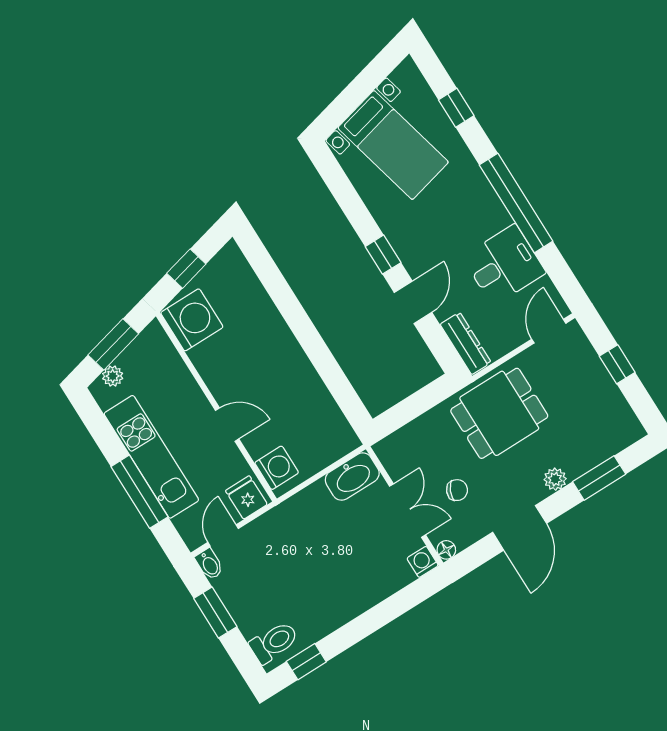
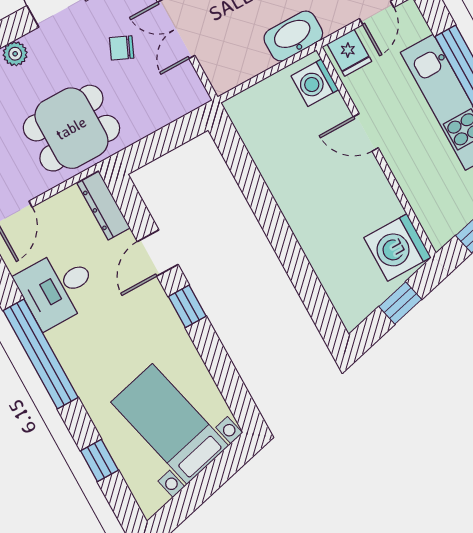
washbasin: (352, 477) -> (293, 36), moved

